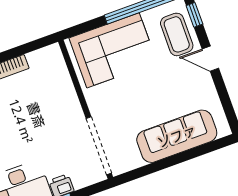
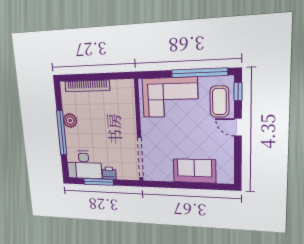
sofa: (177, 136) -> (194, 171), width x0.73

